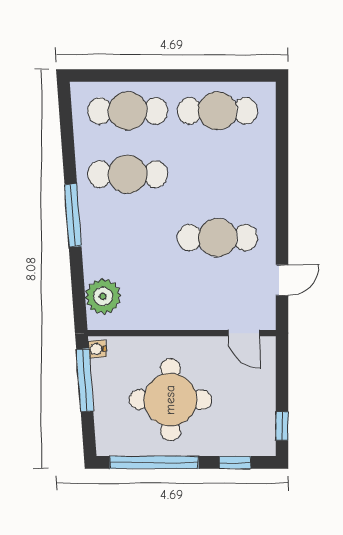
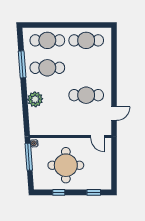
window: (73, 215) -> (22, 64), moved
plant: (103, 296) -> (35, 99), moved
window: (282, 426) -> (114, 177), removed
window: (154, 462) -> (59, 192), width x0.32

